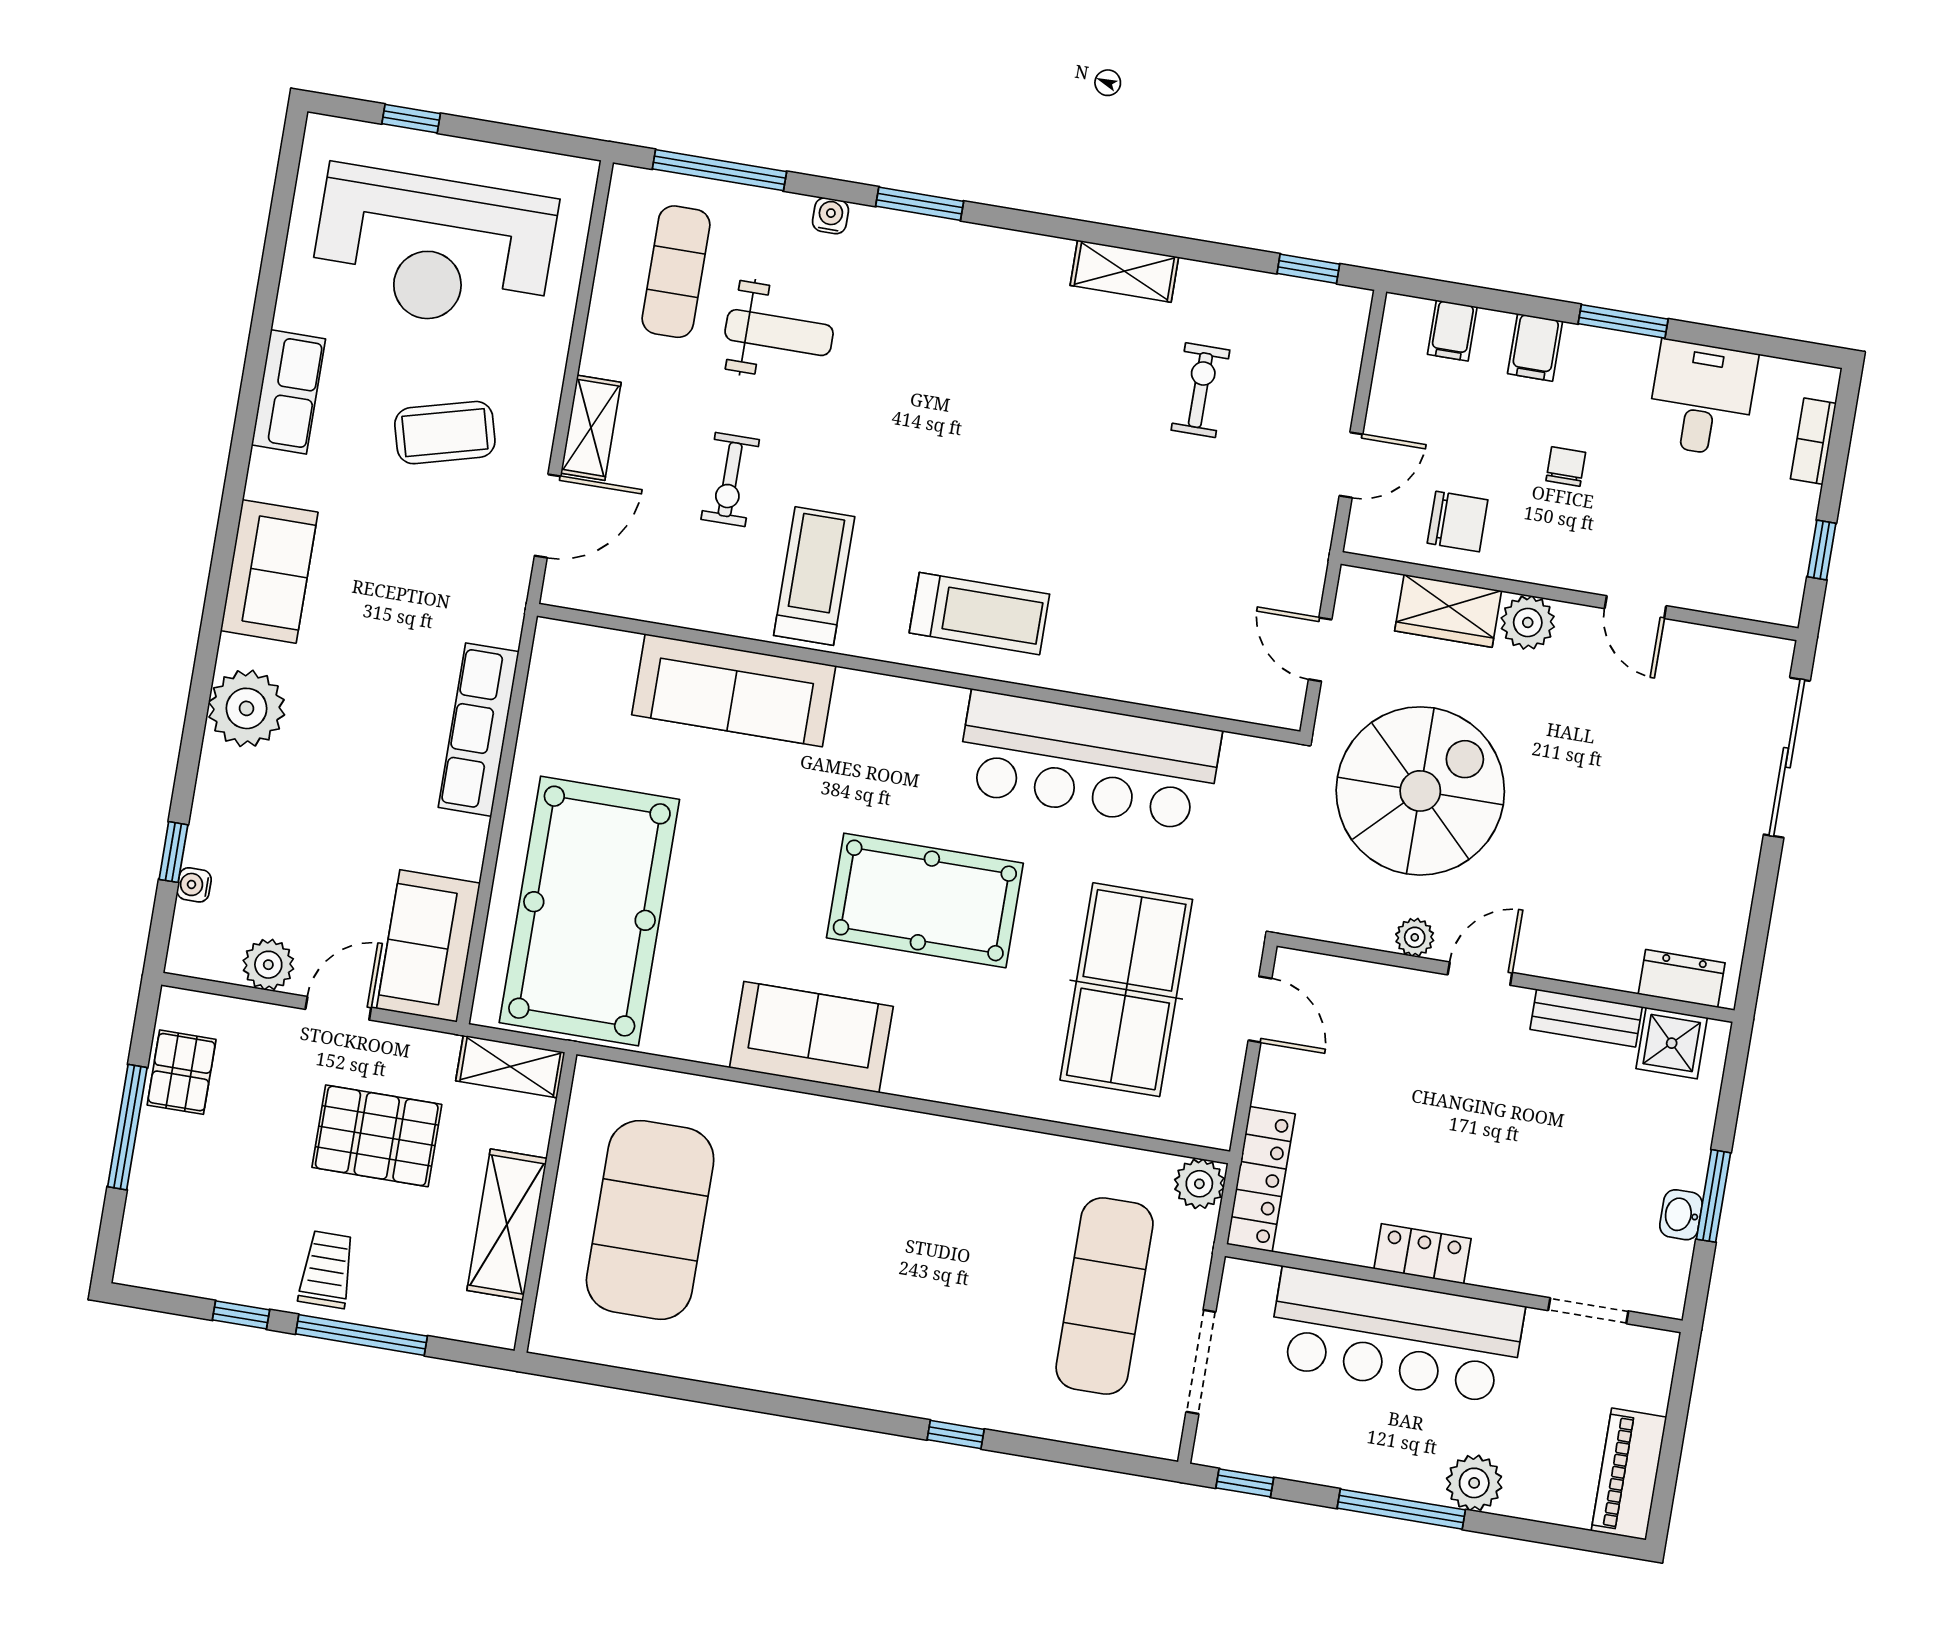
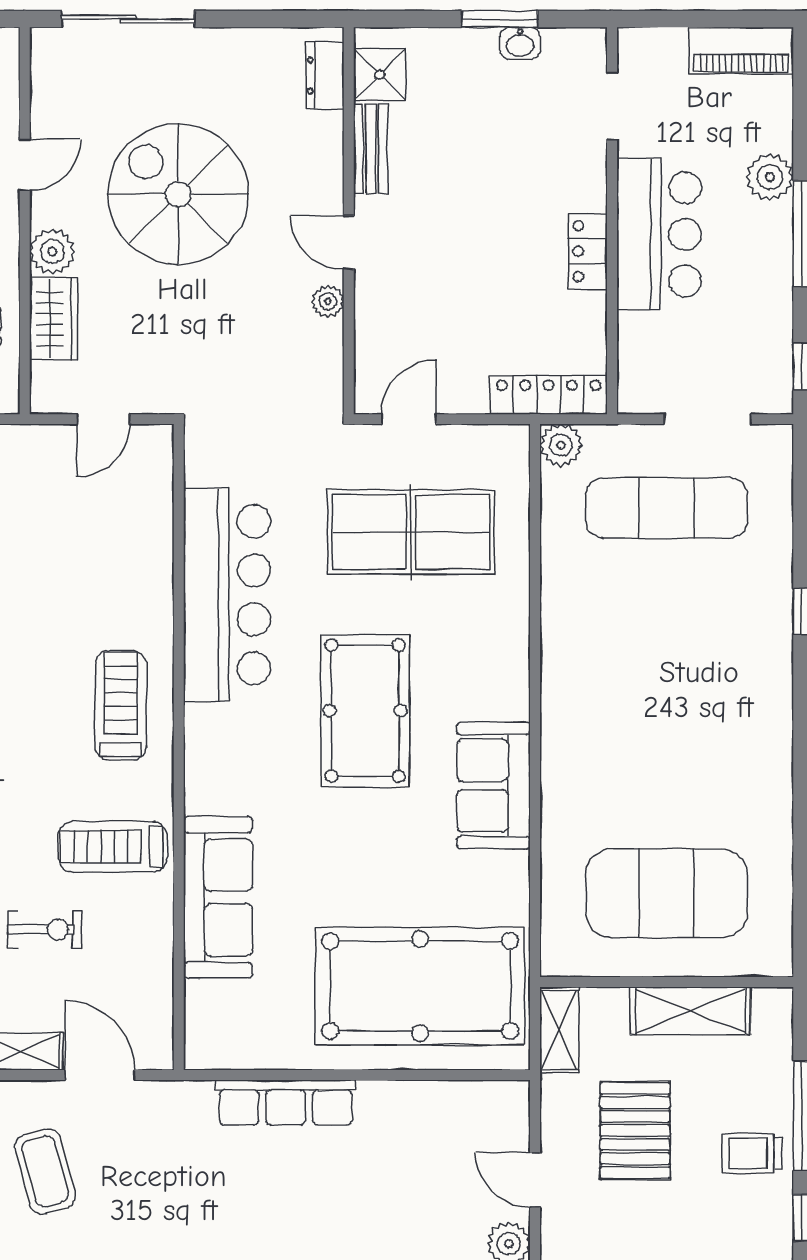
spiral stairs: (1420, 791) -> (178, 194), moved
sofa: (428, 946) -> (471, 1114), removed
bar counter: (1396, 1335) -> (659, 234), width x0.73

